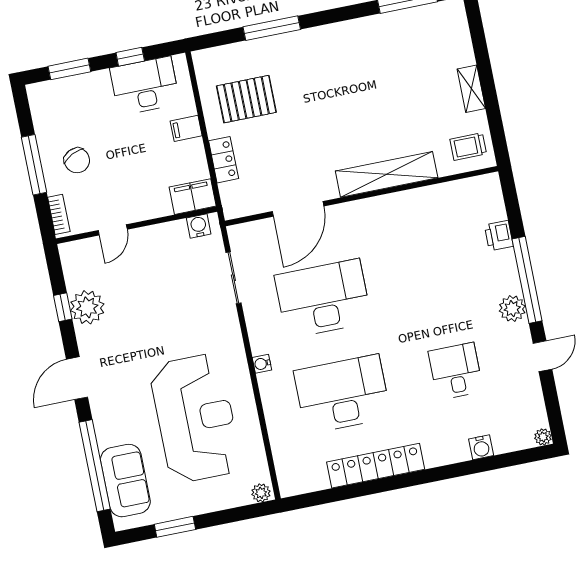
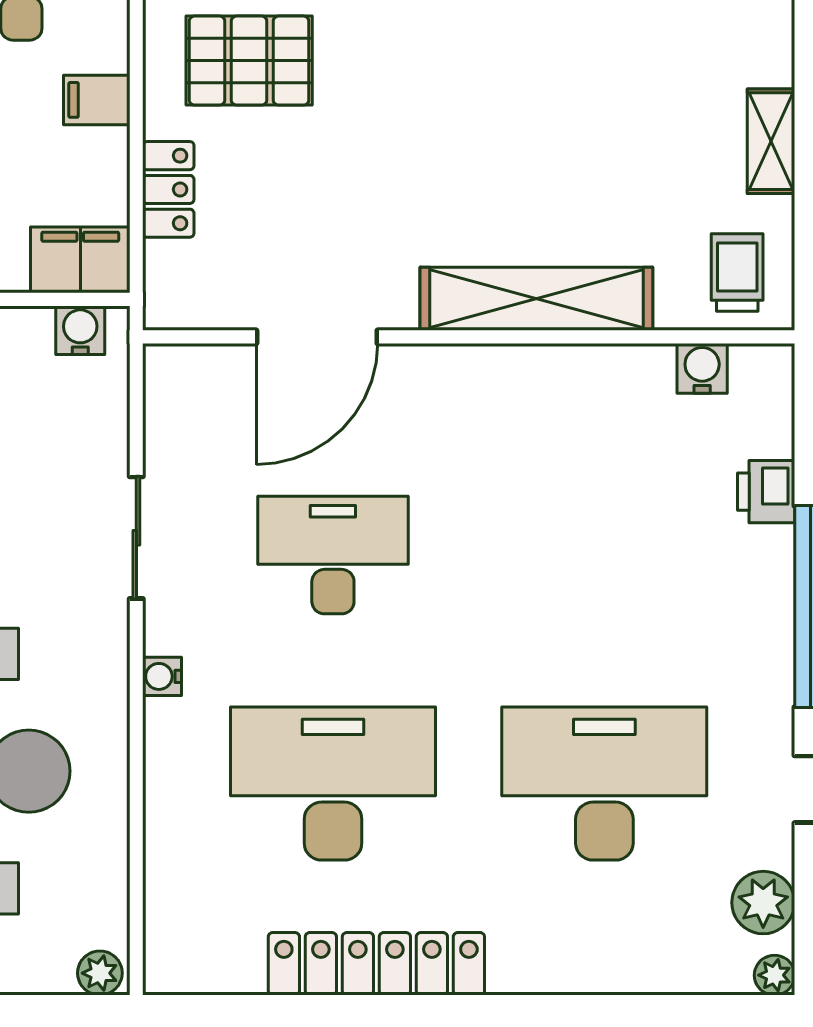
trolley: (468, 147) -> (737, 272), turned 90
sliding door: (233, 278) -> (136, 538), moved
desk: (323, 299) -> (333, 555), width x0.73, depth x0.77
plant: (512, 309) -> (763, 903), moved
desk: (456, 371) -> (604, 784), width x1.87, depth x1.30
water cooler: (481, 447) -> (702, 368), moved, turned 180

